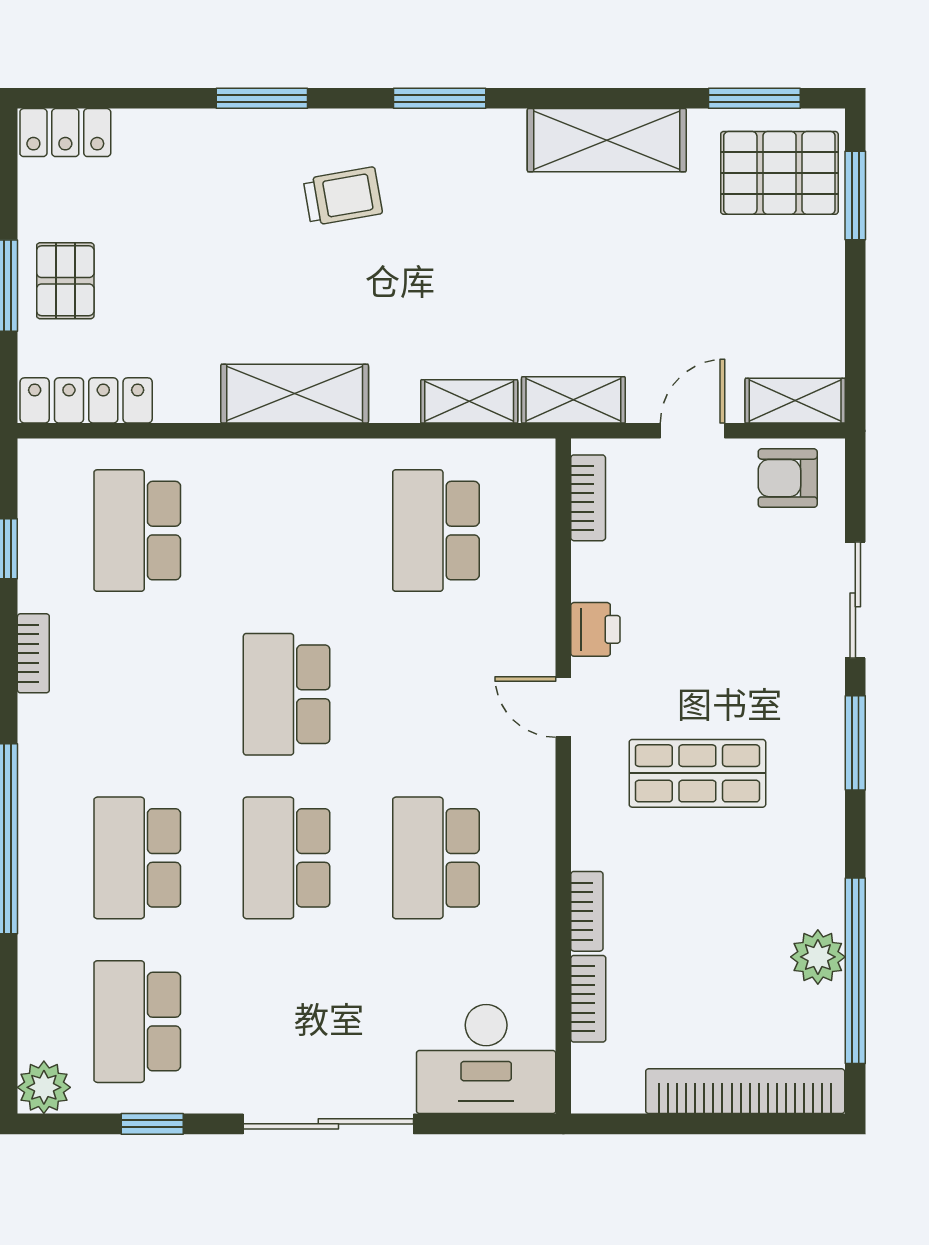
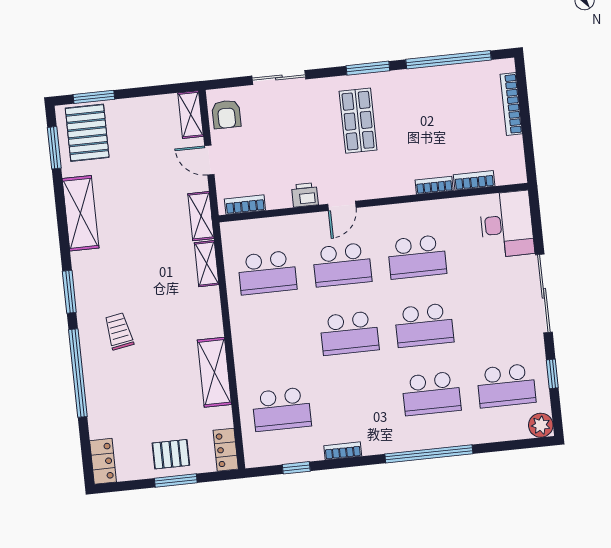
window: (262, 98) -> (78, 373), width x2.11
shelving: (295, 394) -> (214, 372), moved
locker: (86, 400) -> (226, 450), width x0.66
school desk: (436, 694) -> (342, 265), added
window: (855, 743) -> (368, 68), moved
shop shelf: (697, 773) -> (358, 121), moved
plant: (818, 957) -> (444, 77), removed
bookcase: (745, 1091) -> (511, 104), width x0.68, depth x0.76

